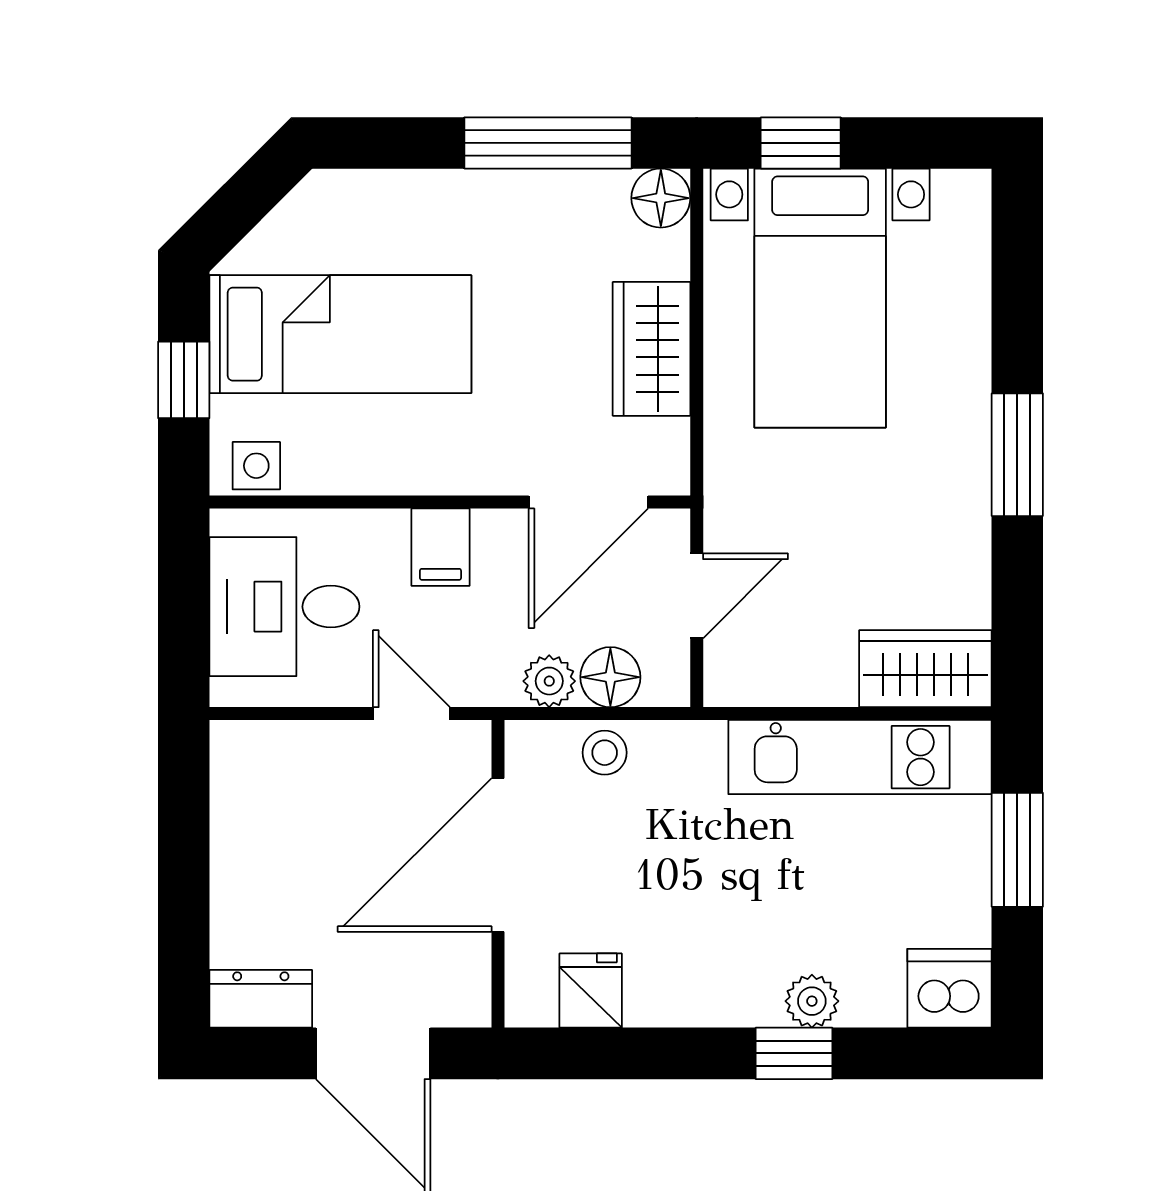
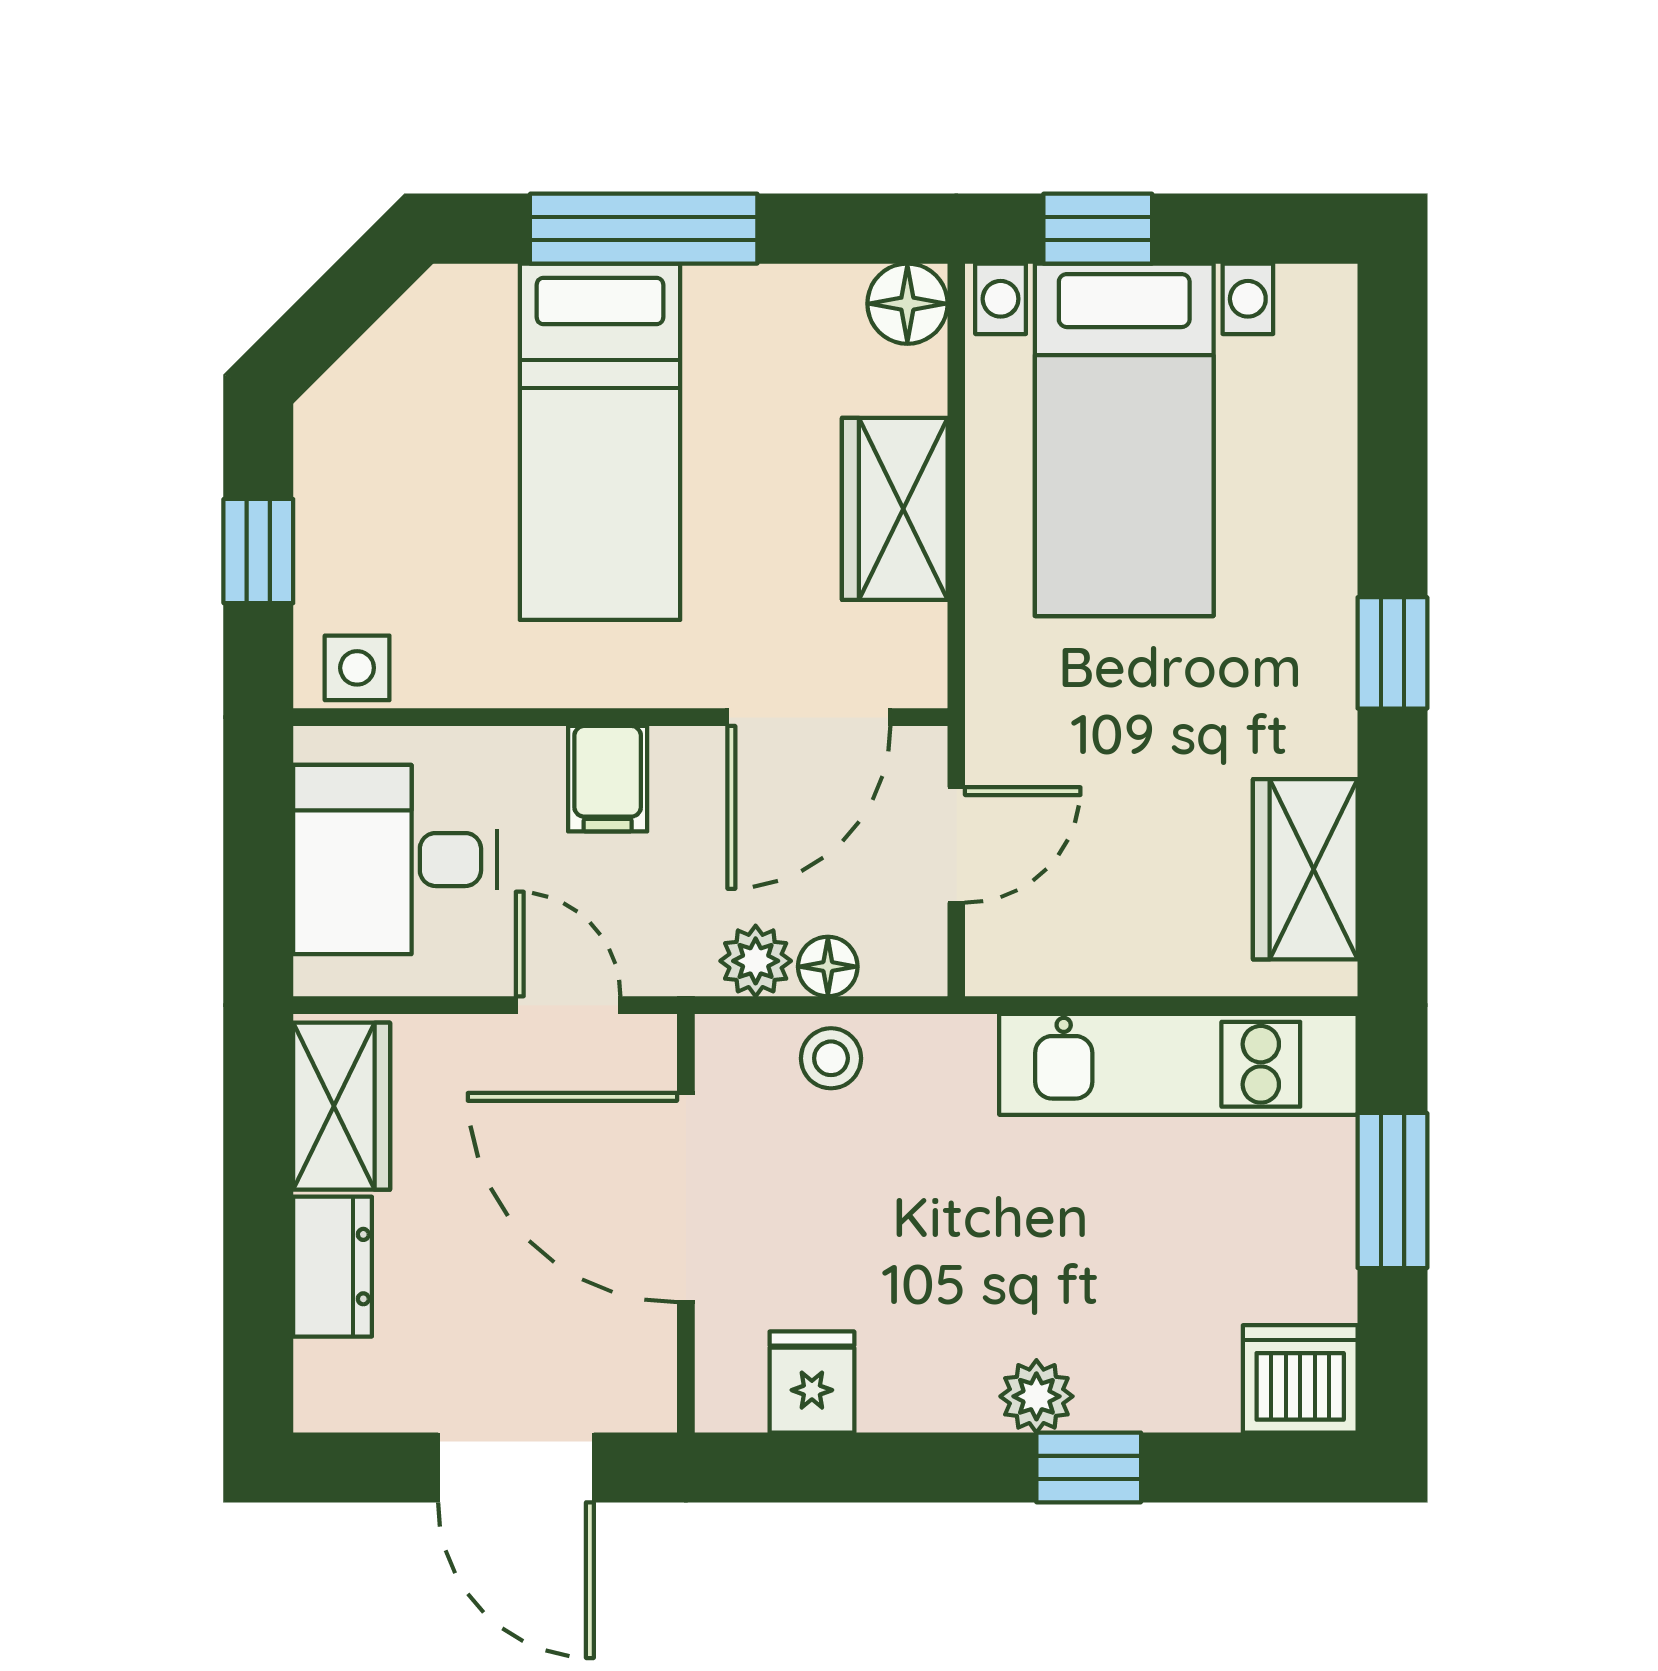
window: (548, 143) -> (644, 229), moved
bed: (340, 334) -> (600, 442), moved, turned 90
window: (1017, 455) -> (1392, 653), width x0.67
wardrobe: (925, 669) -> (1305, 869), moved, turned -90
floor lamp: (610, 677) -> (828, 967), width x0.73, depth x0.73
wardrobe: (245, 788) -> (342, 1106), added
door: (498, 855) -> (686, 1198), hinge flipped
dresser: (261, 999) -> (333, 1267), moved, turned 90
plant: (812, 1001) -> (1036, 1396), moved

